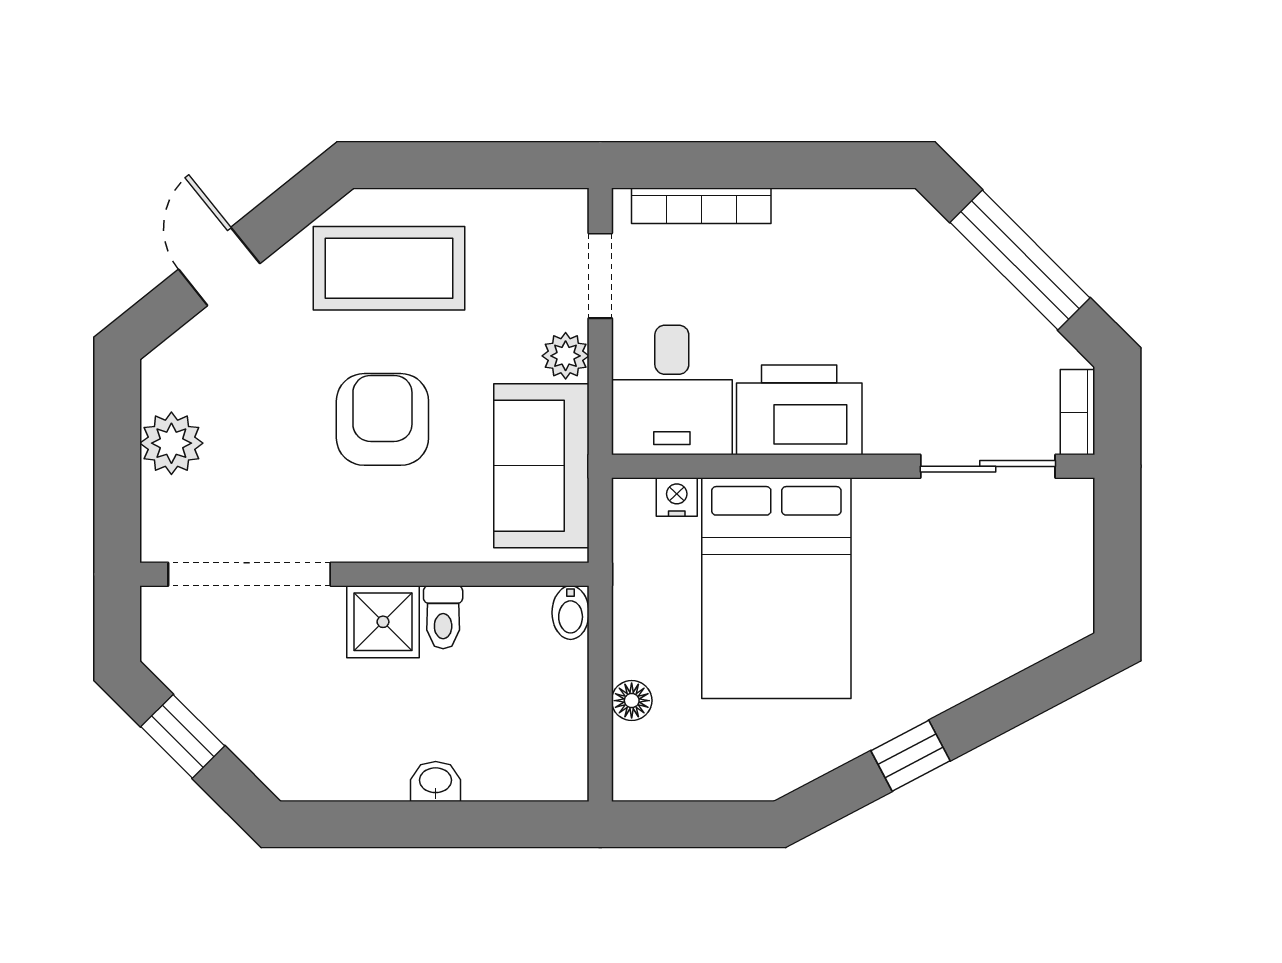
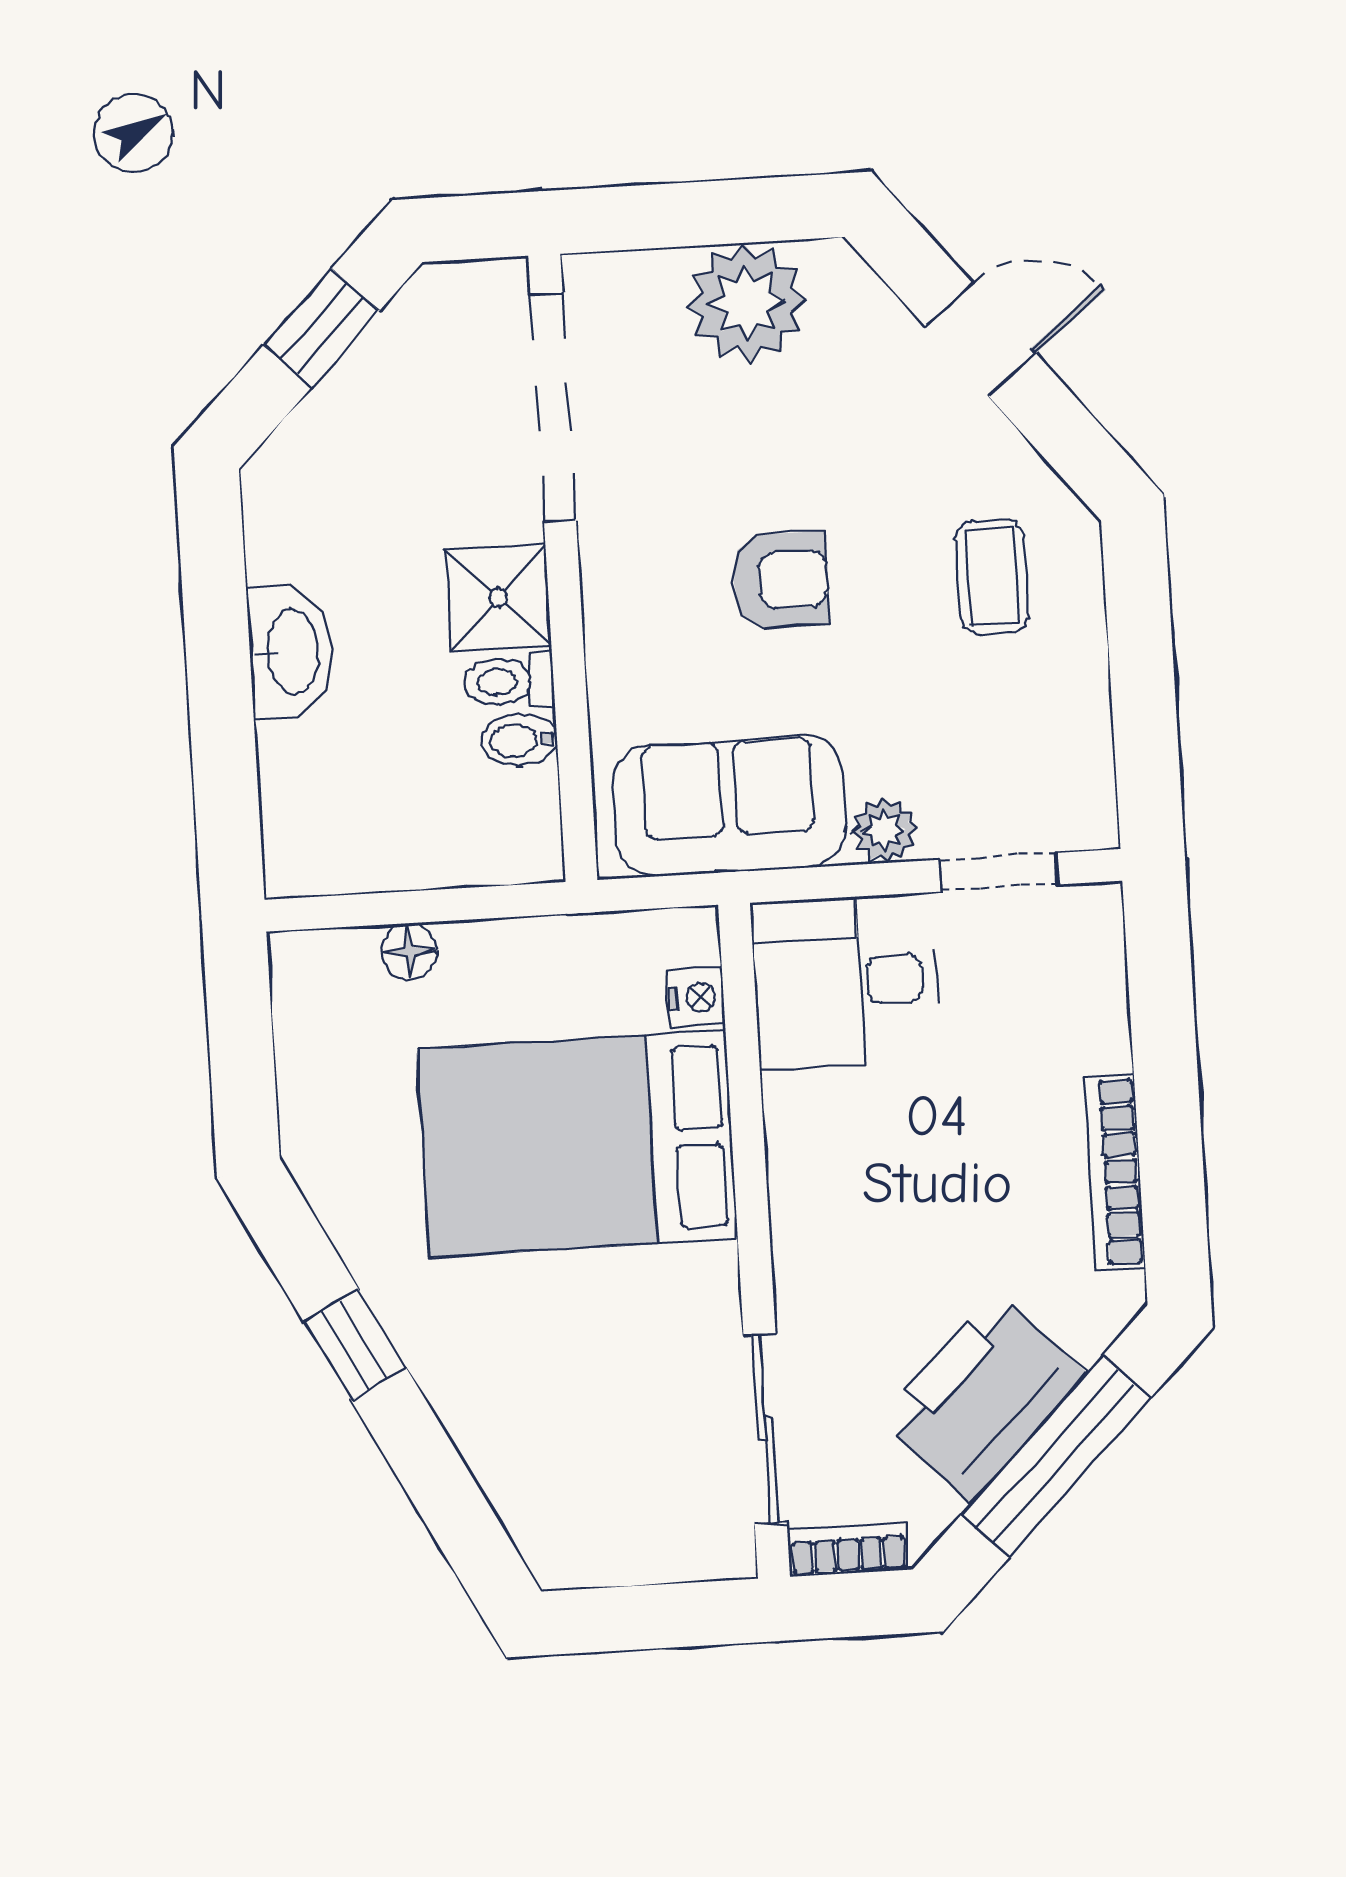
bookcase: (701, 206) -> (1115, 1172), moved
coffee table: (389, 268) -> (992, 577), width x0.54, depth x0.58
printer: (799, 410) -> (982, 1397), moved, turned -135
armchair: (382, 419) -> (780, 580), width x0.72, depth x0.72
plant: (171, 443) -> (747, 303), width x1.36, depth x1.36
bidet: (571, 613) -> (519, 740), moved
washbasin: (436, 781) -> (290, 652), width x1.91, depth x1.45

